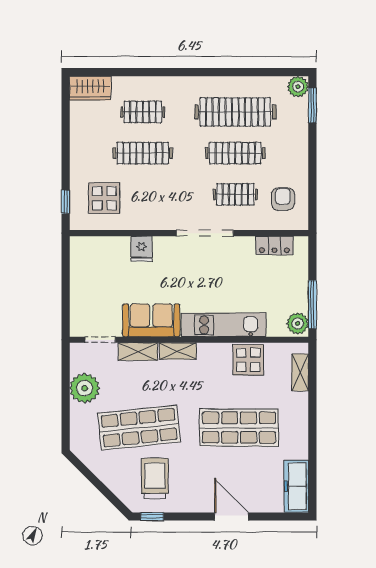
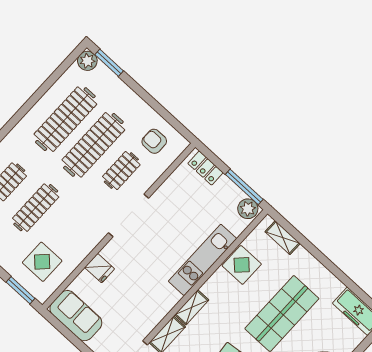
clothes rail: (235, 153) -> (93, 145), width x1.37, depth x1.31
window: (66, 202) -> (20, 290), width x1.50
locker: (274, 246) -> (205, 168), moved, turned 90
sofa: (151, 320) -> (76, 316), moved, turned 90

